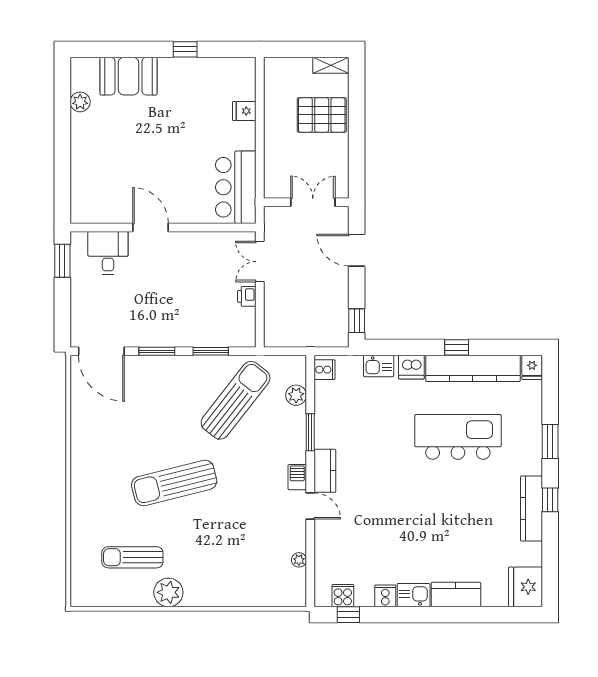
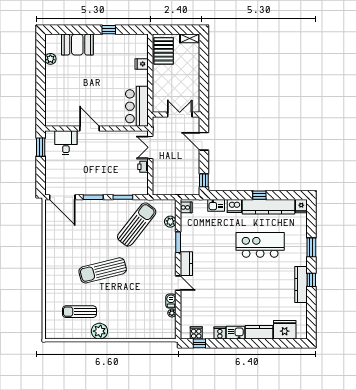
pallet: (322, 115) -> (164, 51), moved, turned 90
barbecue: (297, 477) -> (171, 301), moved
fridge: (526, 587) -> (285, 330), moved, turned 90

